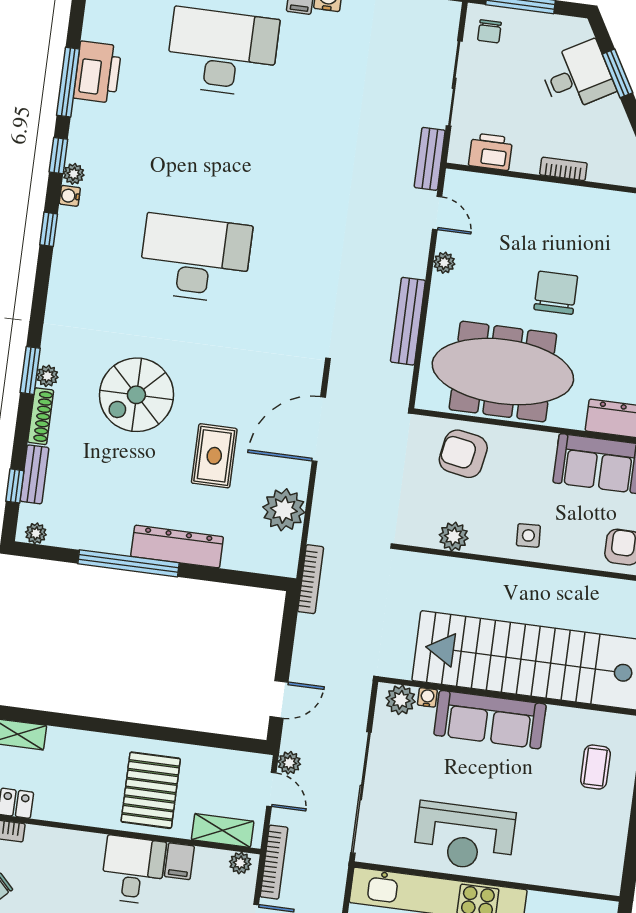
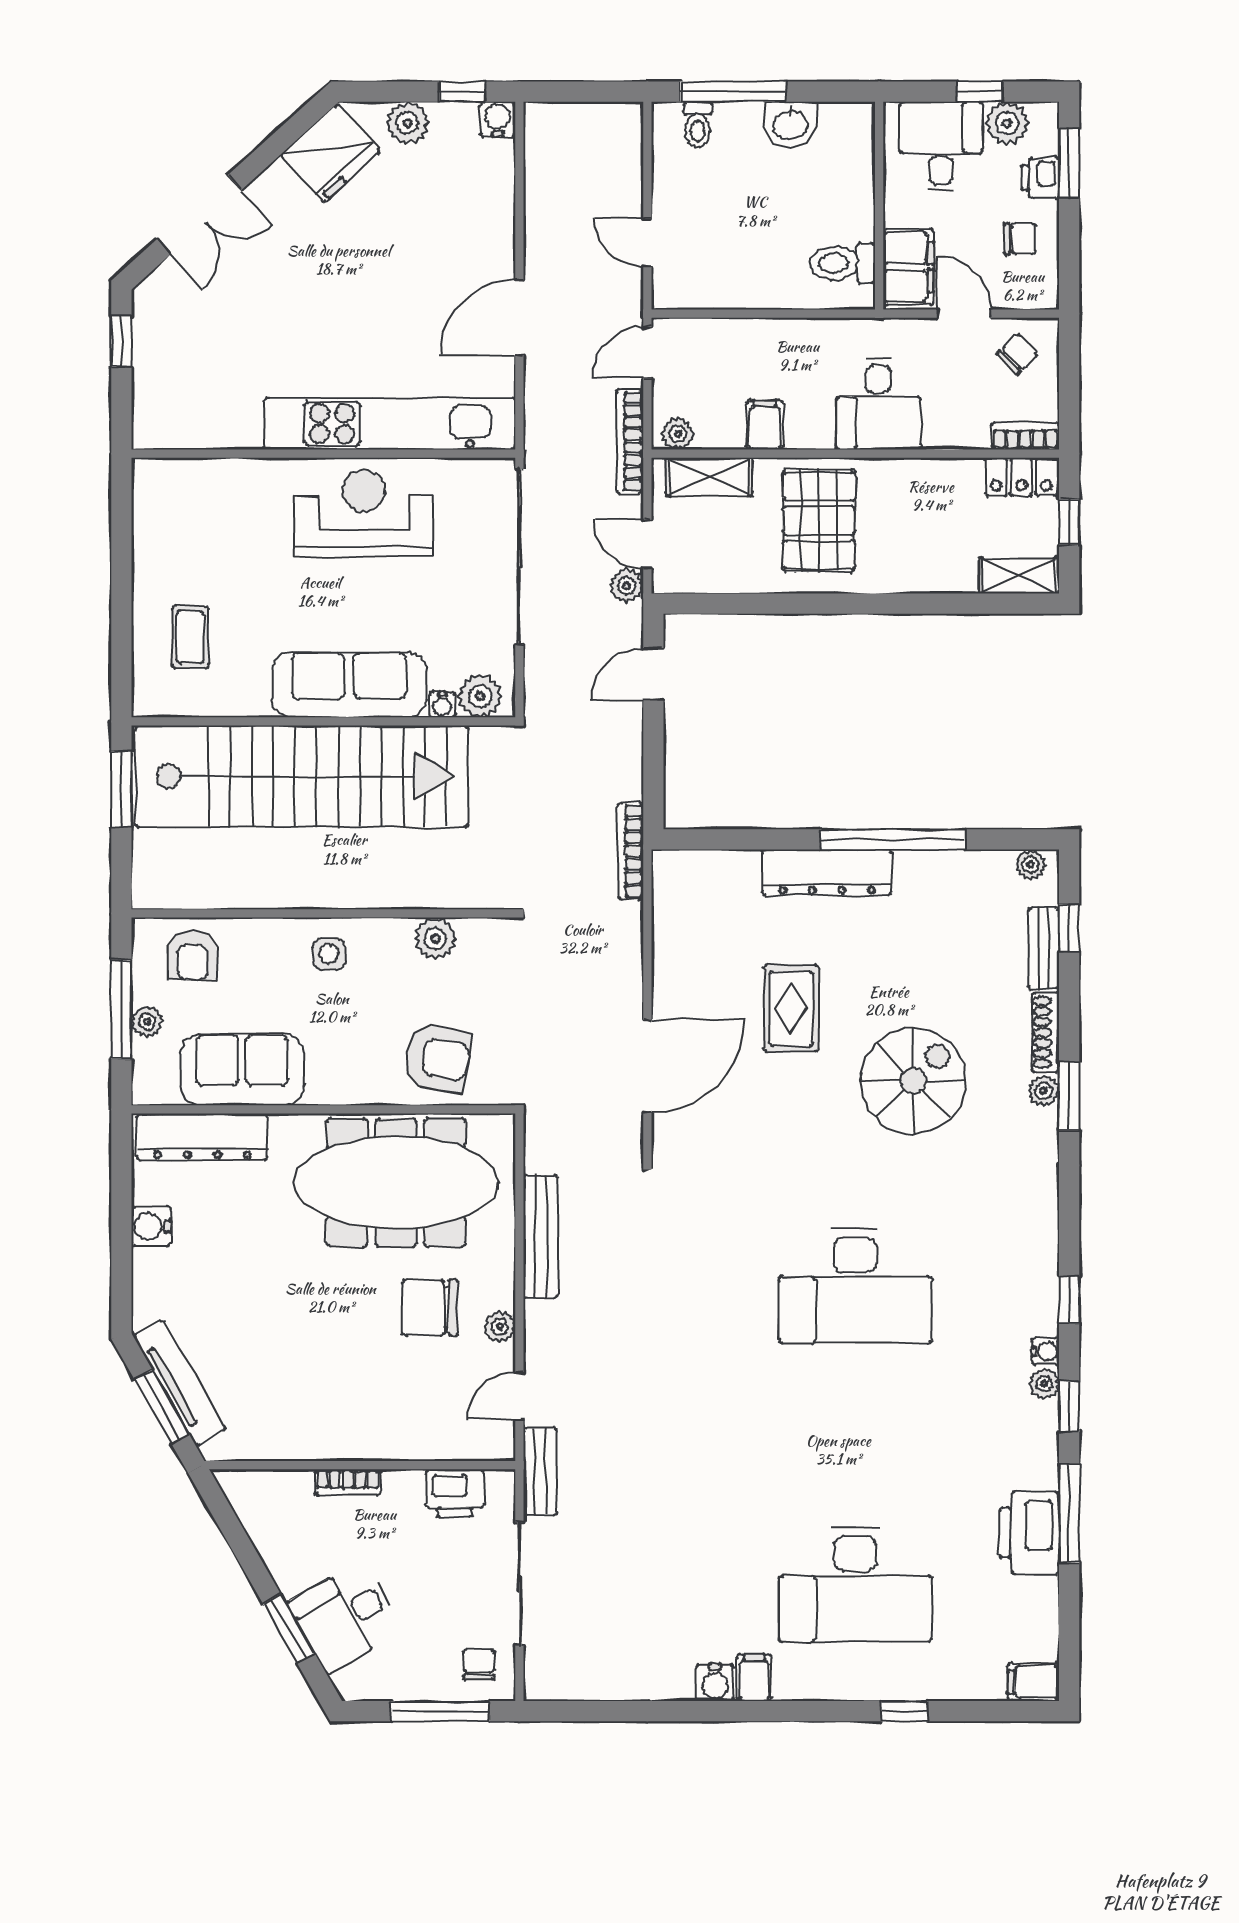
door: (437, 213) -> (519, 1396), hinge flipped
chair: (556, 293) -> (430, 1308), moved, turned 90
plant: (284, 510) -> (682, 945), removed
desk: (133, 870) -> (878, 404), moved

